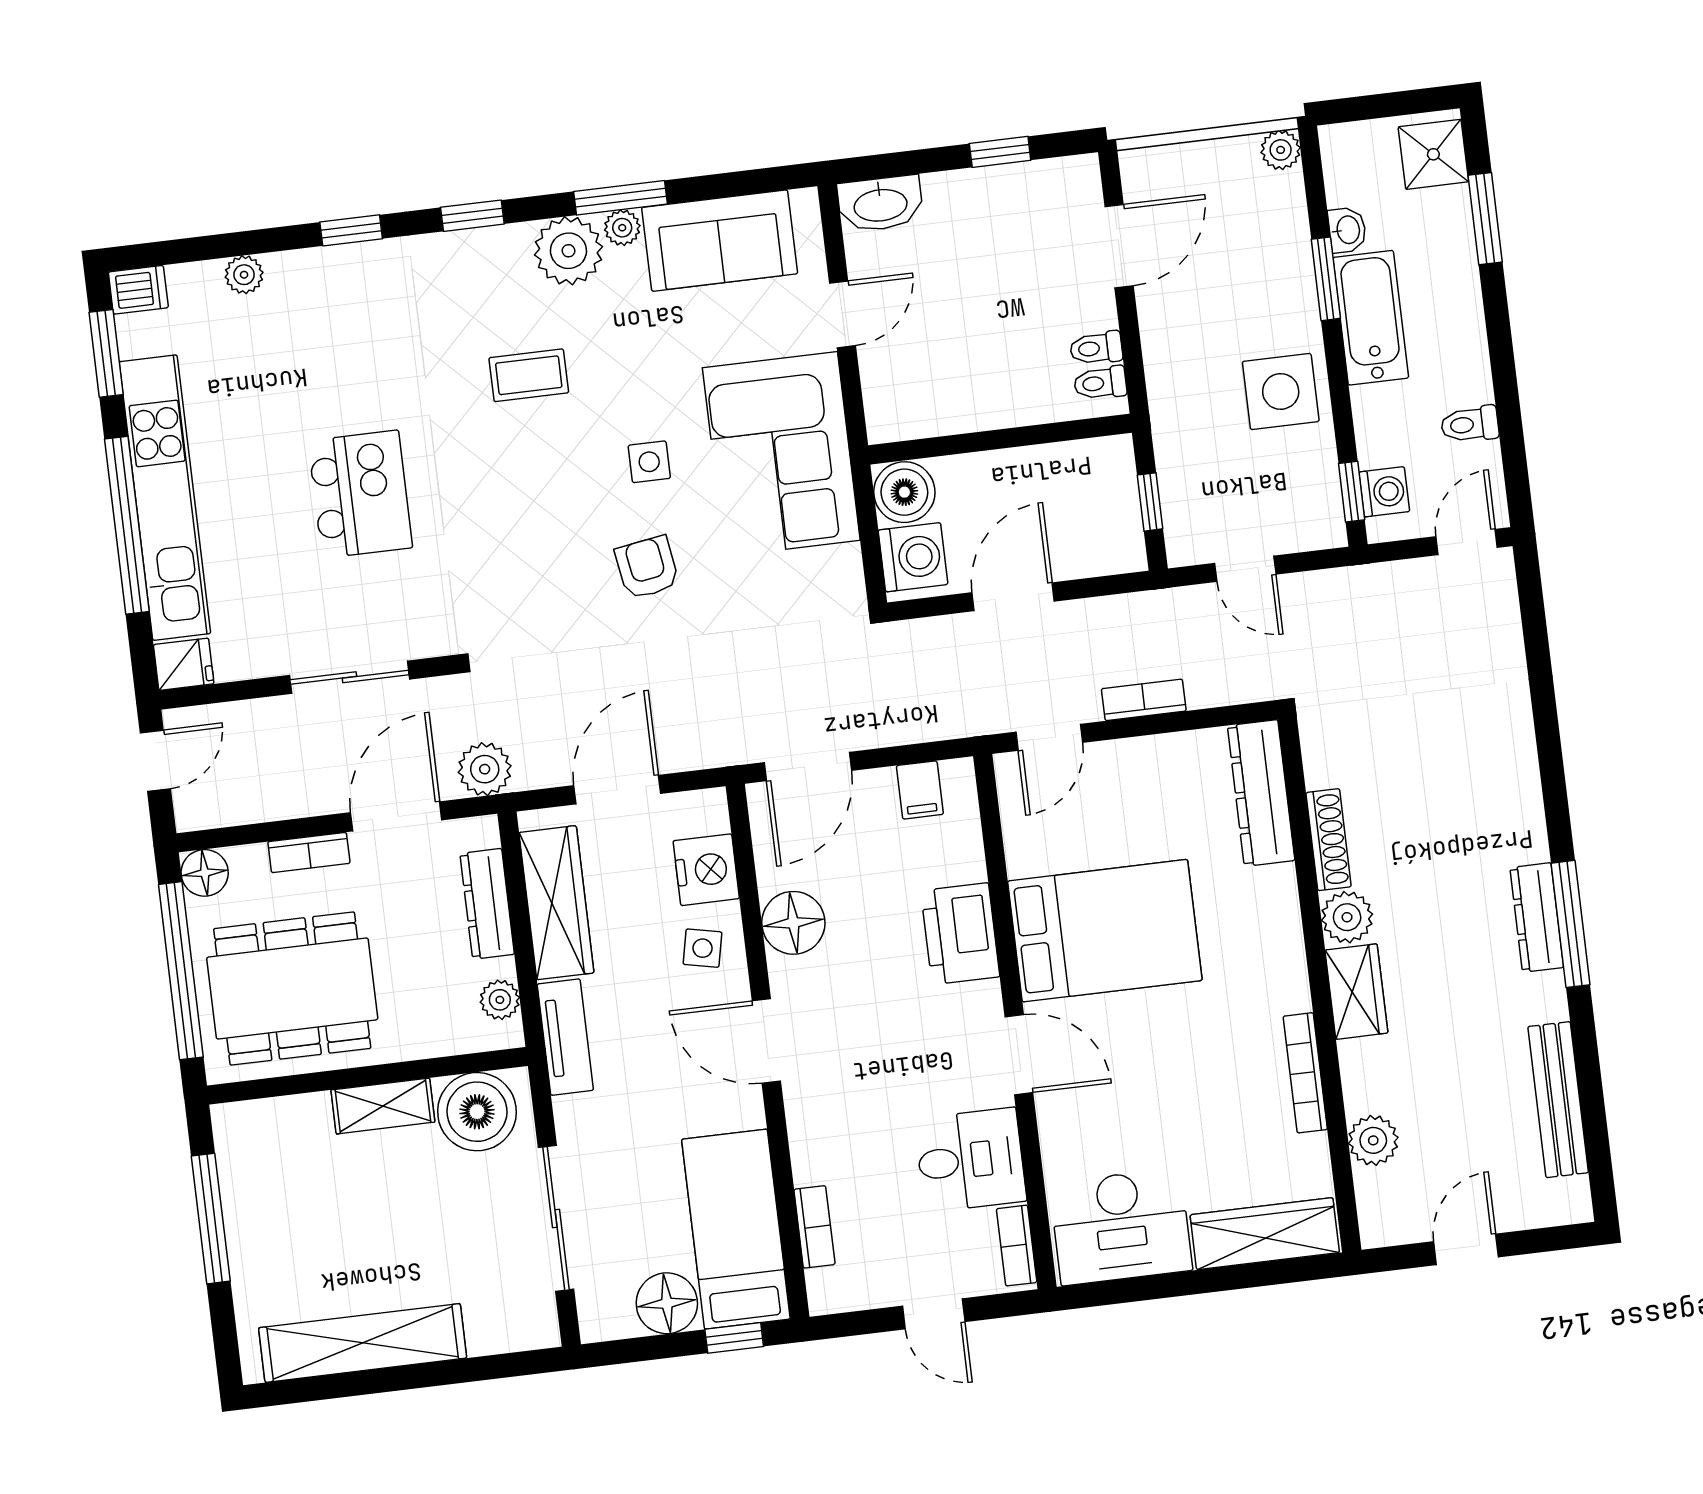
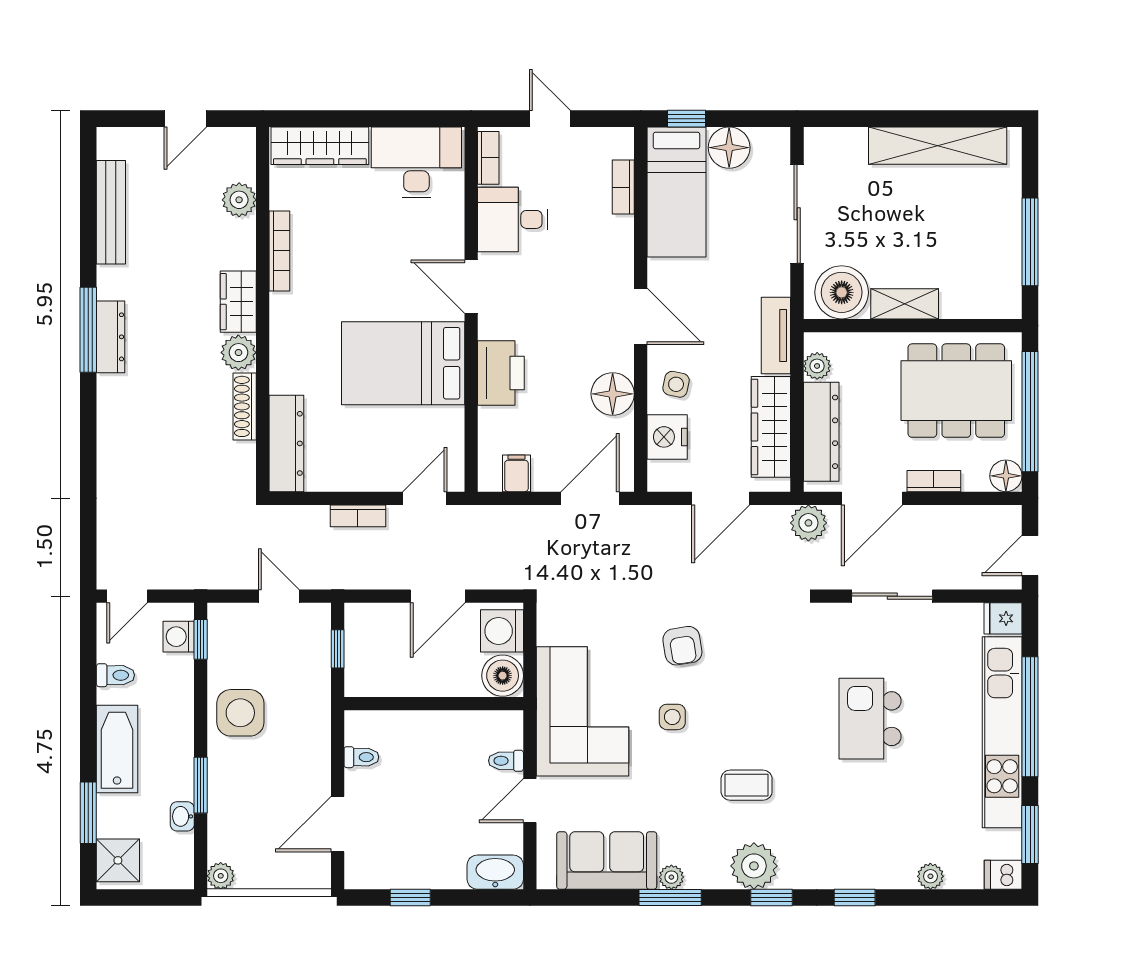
plant: (568, 251) -> (754, 866), moved
bathtub: (1371, 318) -> (117, 749), moved, turned 180
toilet: (1100, 383) -> (506, 761), moved, turned 180
dresser: (487, 904) -> (821, 432), width x1.37, depth x1.24

